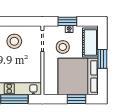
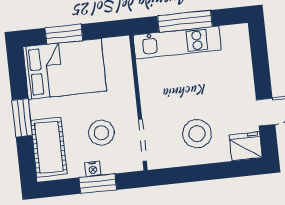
bed: (78, 76) -> (65, 69), width x0.73

